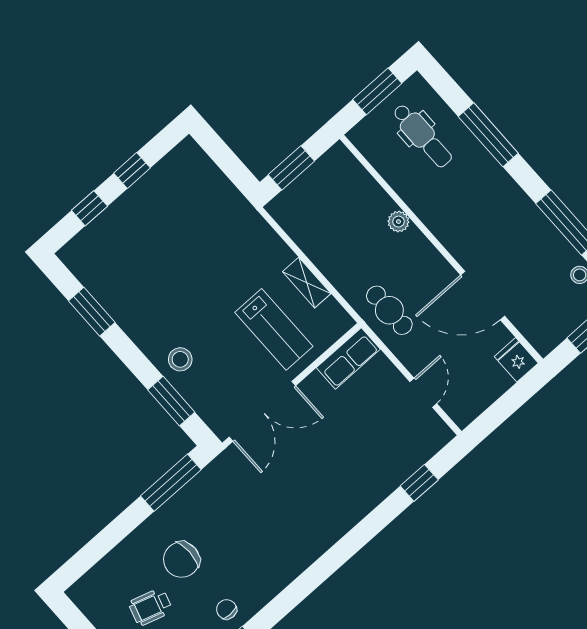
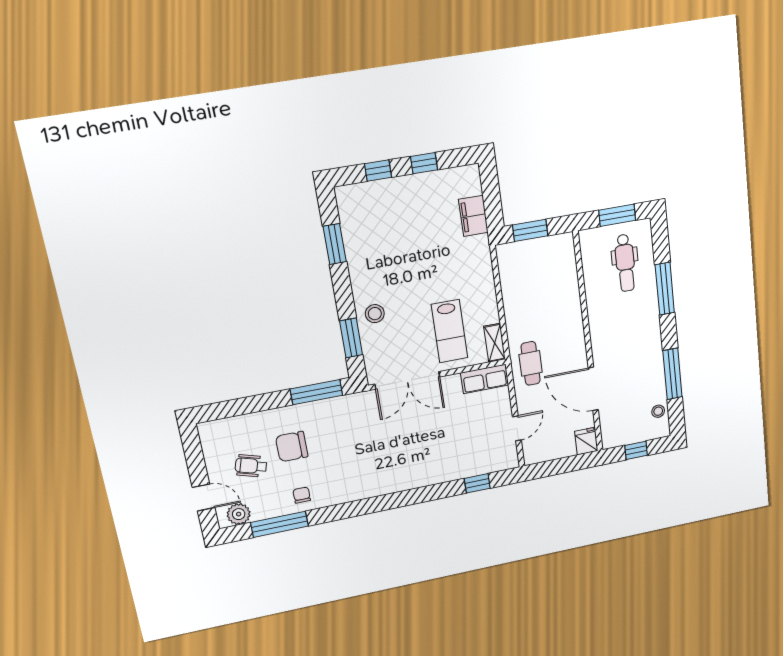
filing cabinet: (219, 191) -> (473, 216), added
plant: (398, 222) -> (574, 310), removed
shelving: (307, 283) -> (495, 343), moved

